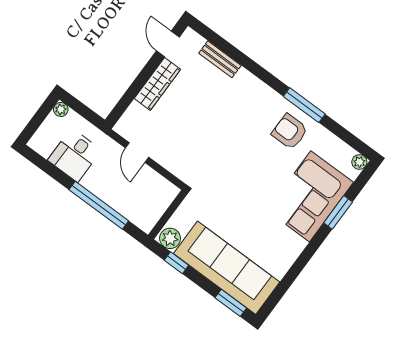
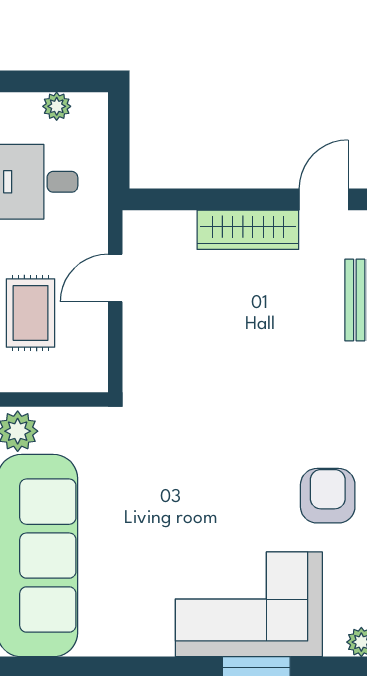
plant: (61, 109) -> (57, 106), moved
rug: (126, 197) -> (31, 313), added

